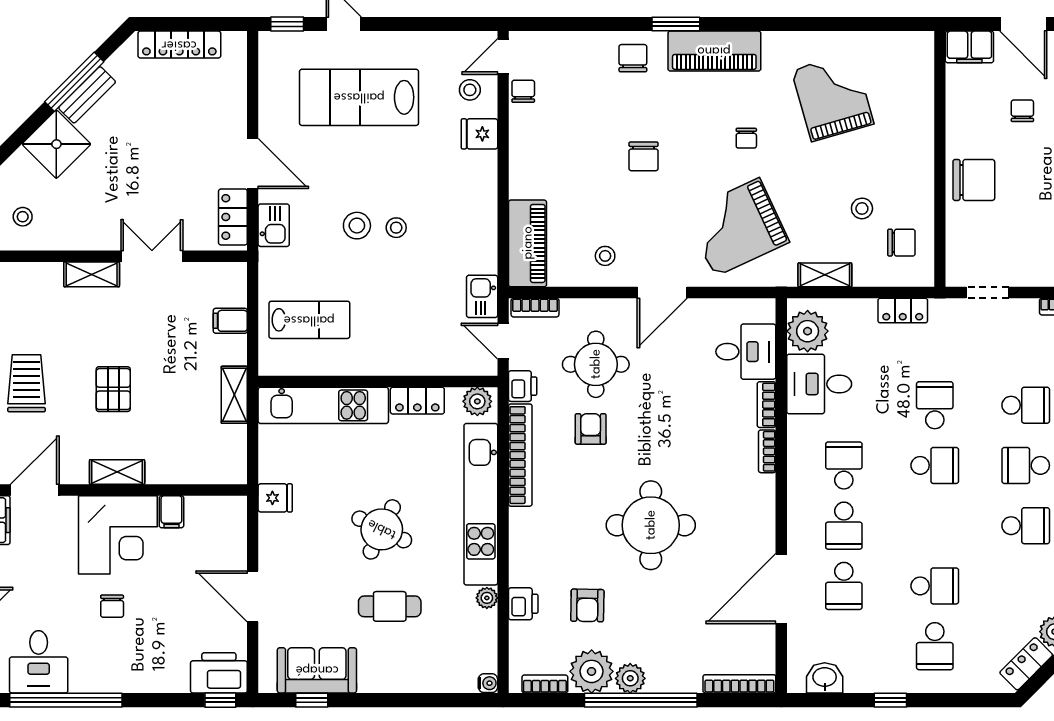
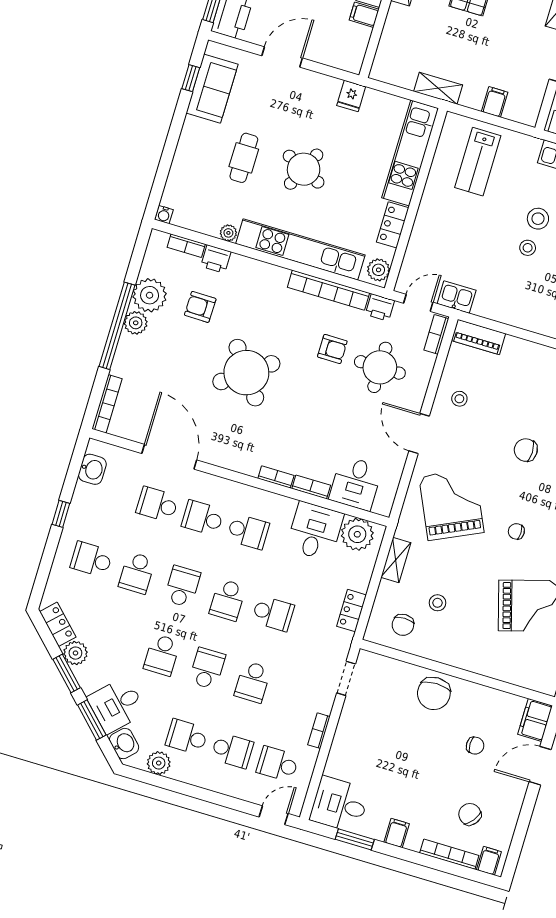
piano: (528, 243) -> (478, 337), width x0.73, depth x0.75
round table: (651, 525) -> (246, 373), turned -36
school desk: (935, 526) -> (182, 586), added
bookcase: (545, 684) -> (186, 246), moved, turned 90

